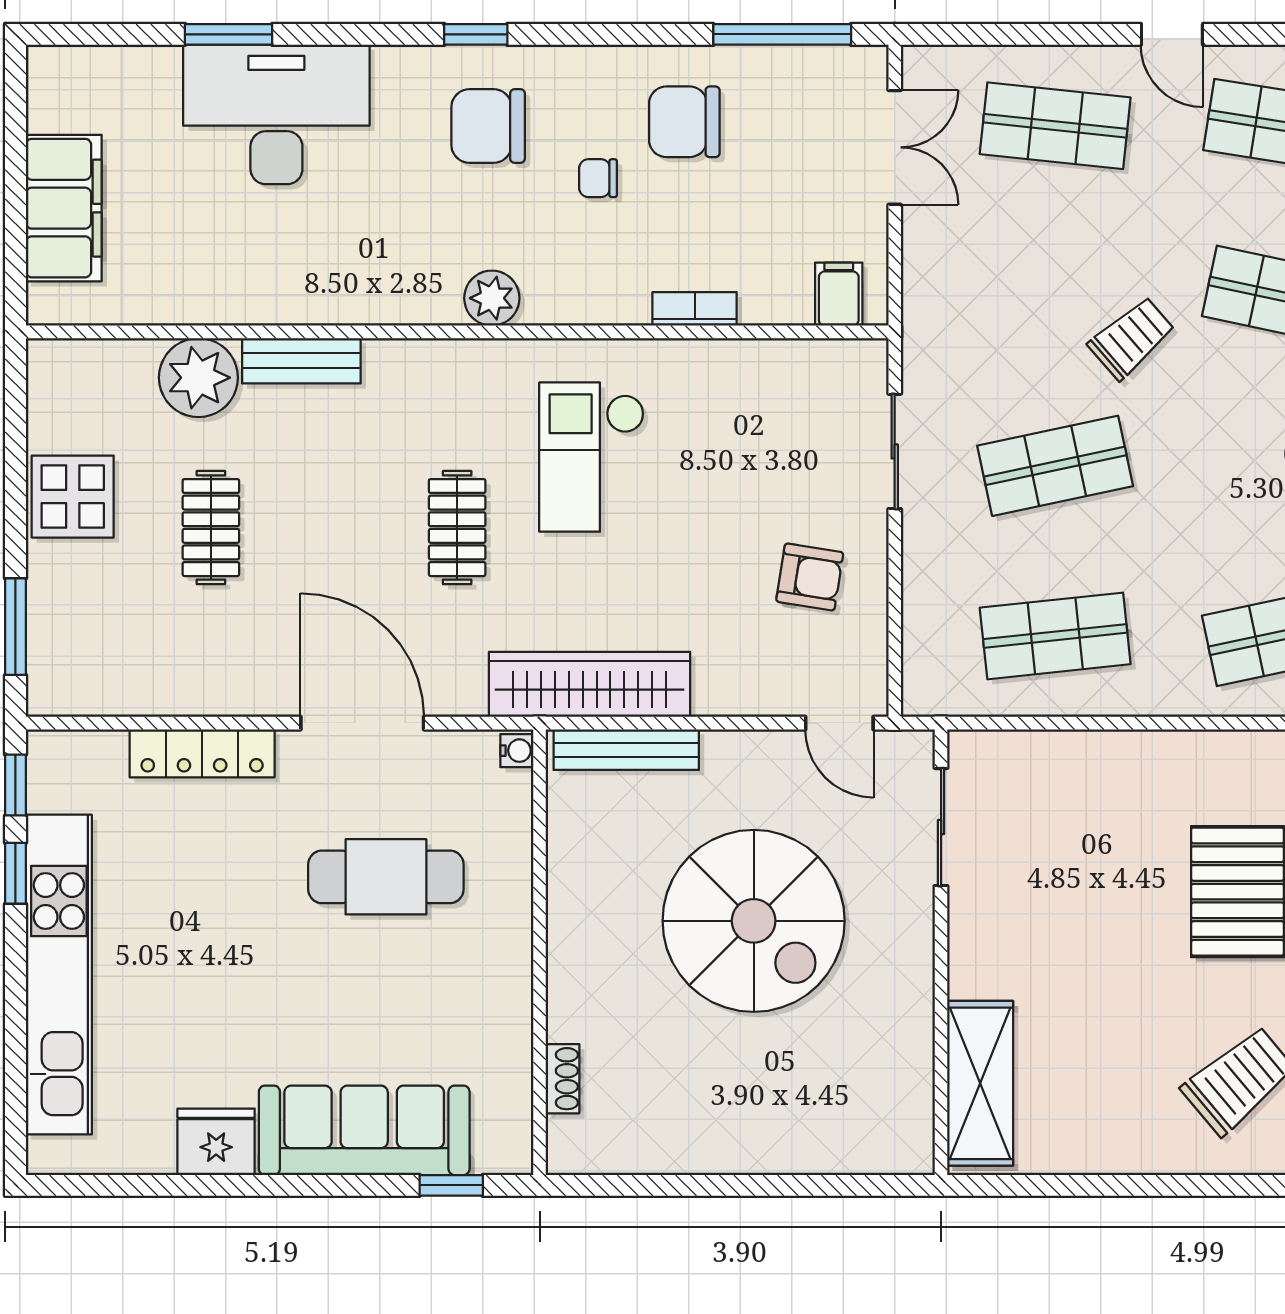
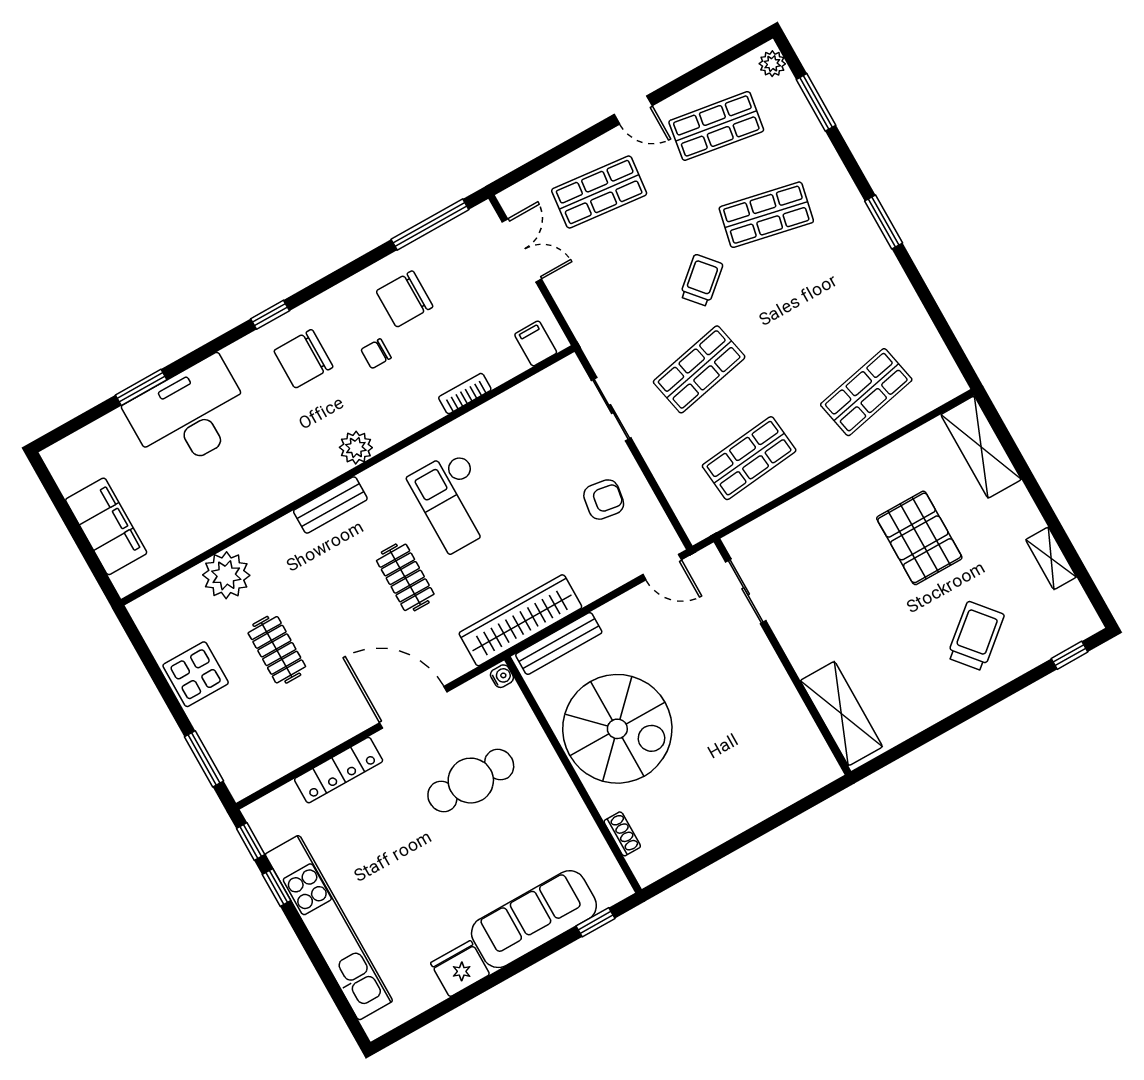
bench: (301, 361) -> (330, 505), moved
spiral stairs: (754, 921) -> (617, 729), moved

